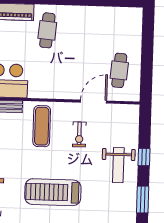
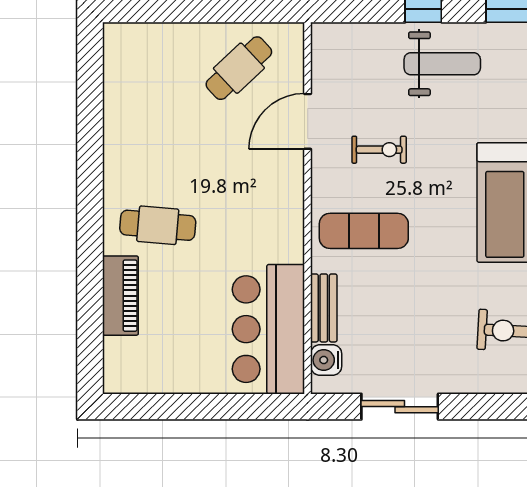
cafe table: (119, 70) -> (239, 68), turned -48
door: (93, 102) -> (308, 121), hinge flipped

